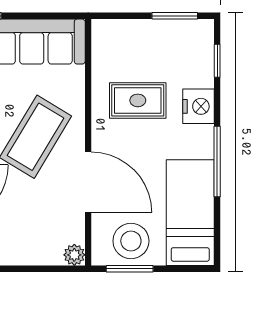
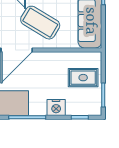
rug: (138, 100) -> (83, 78), moved, turned 90

